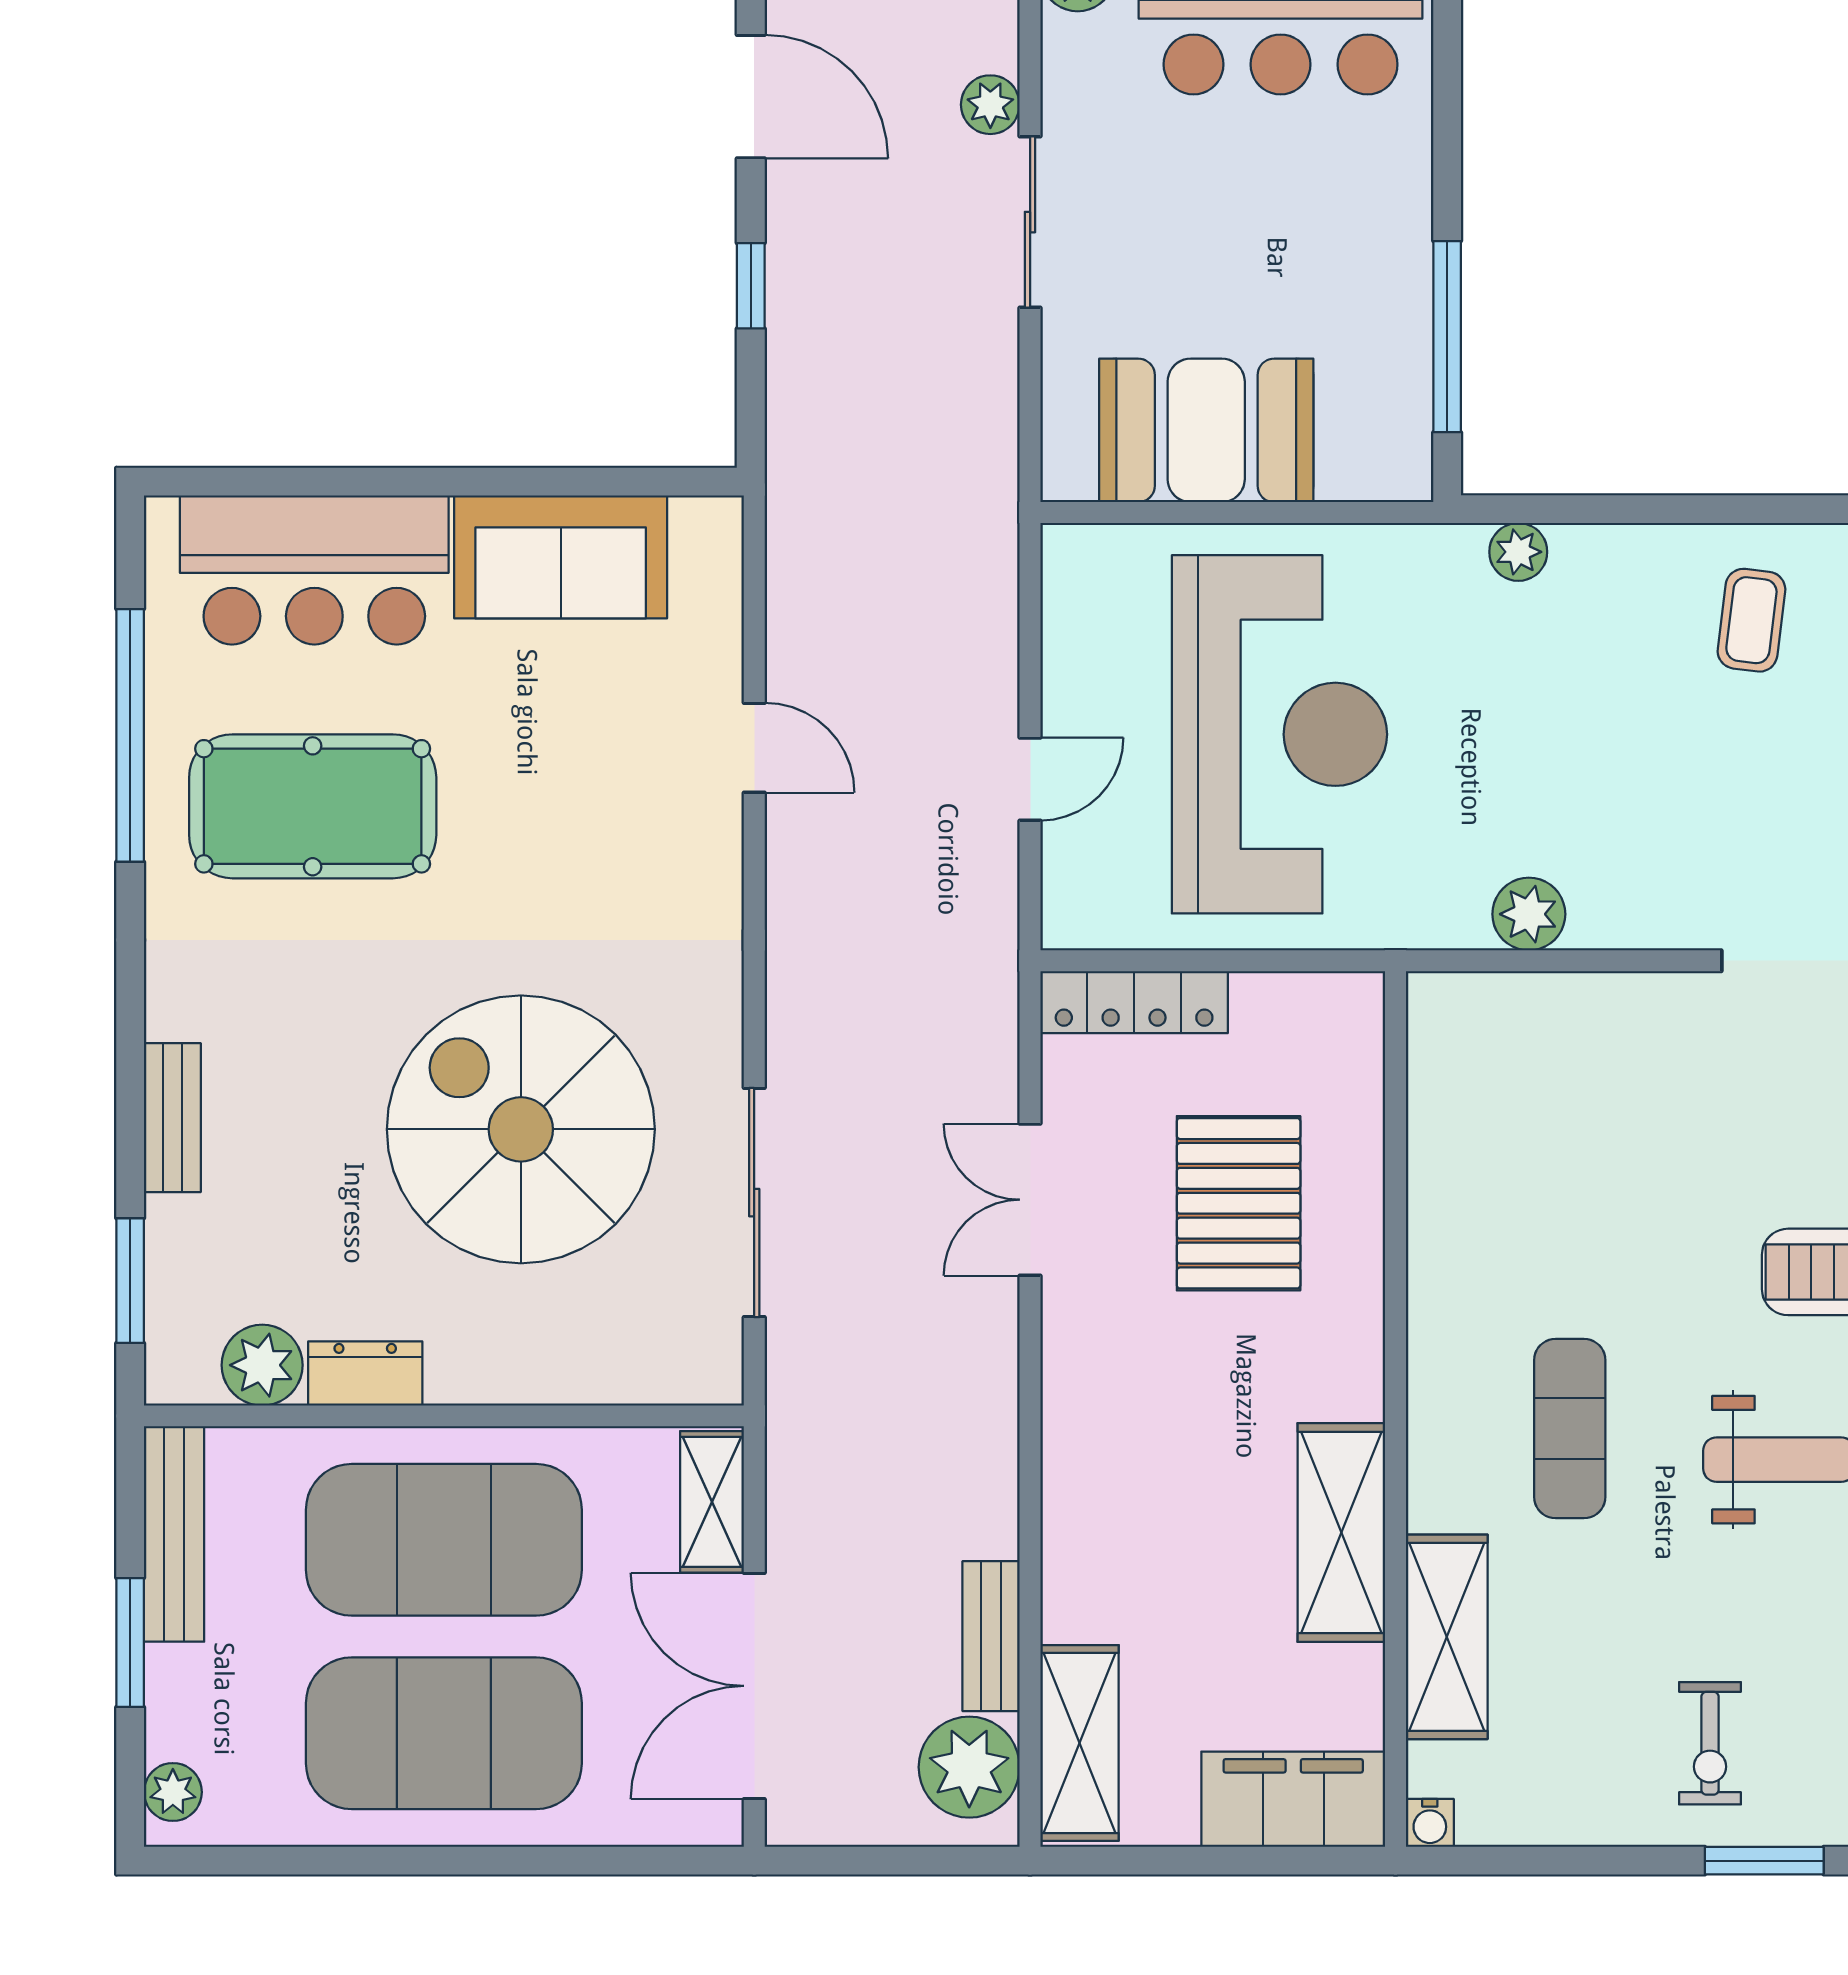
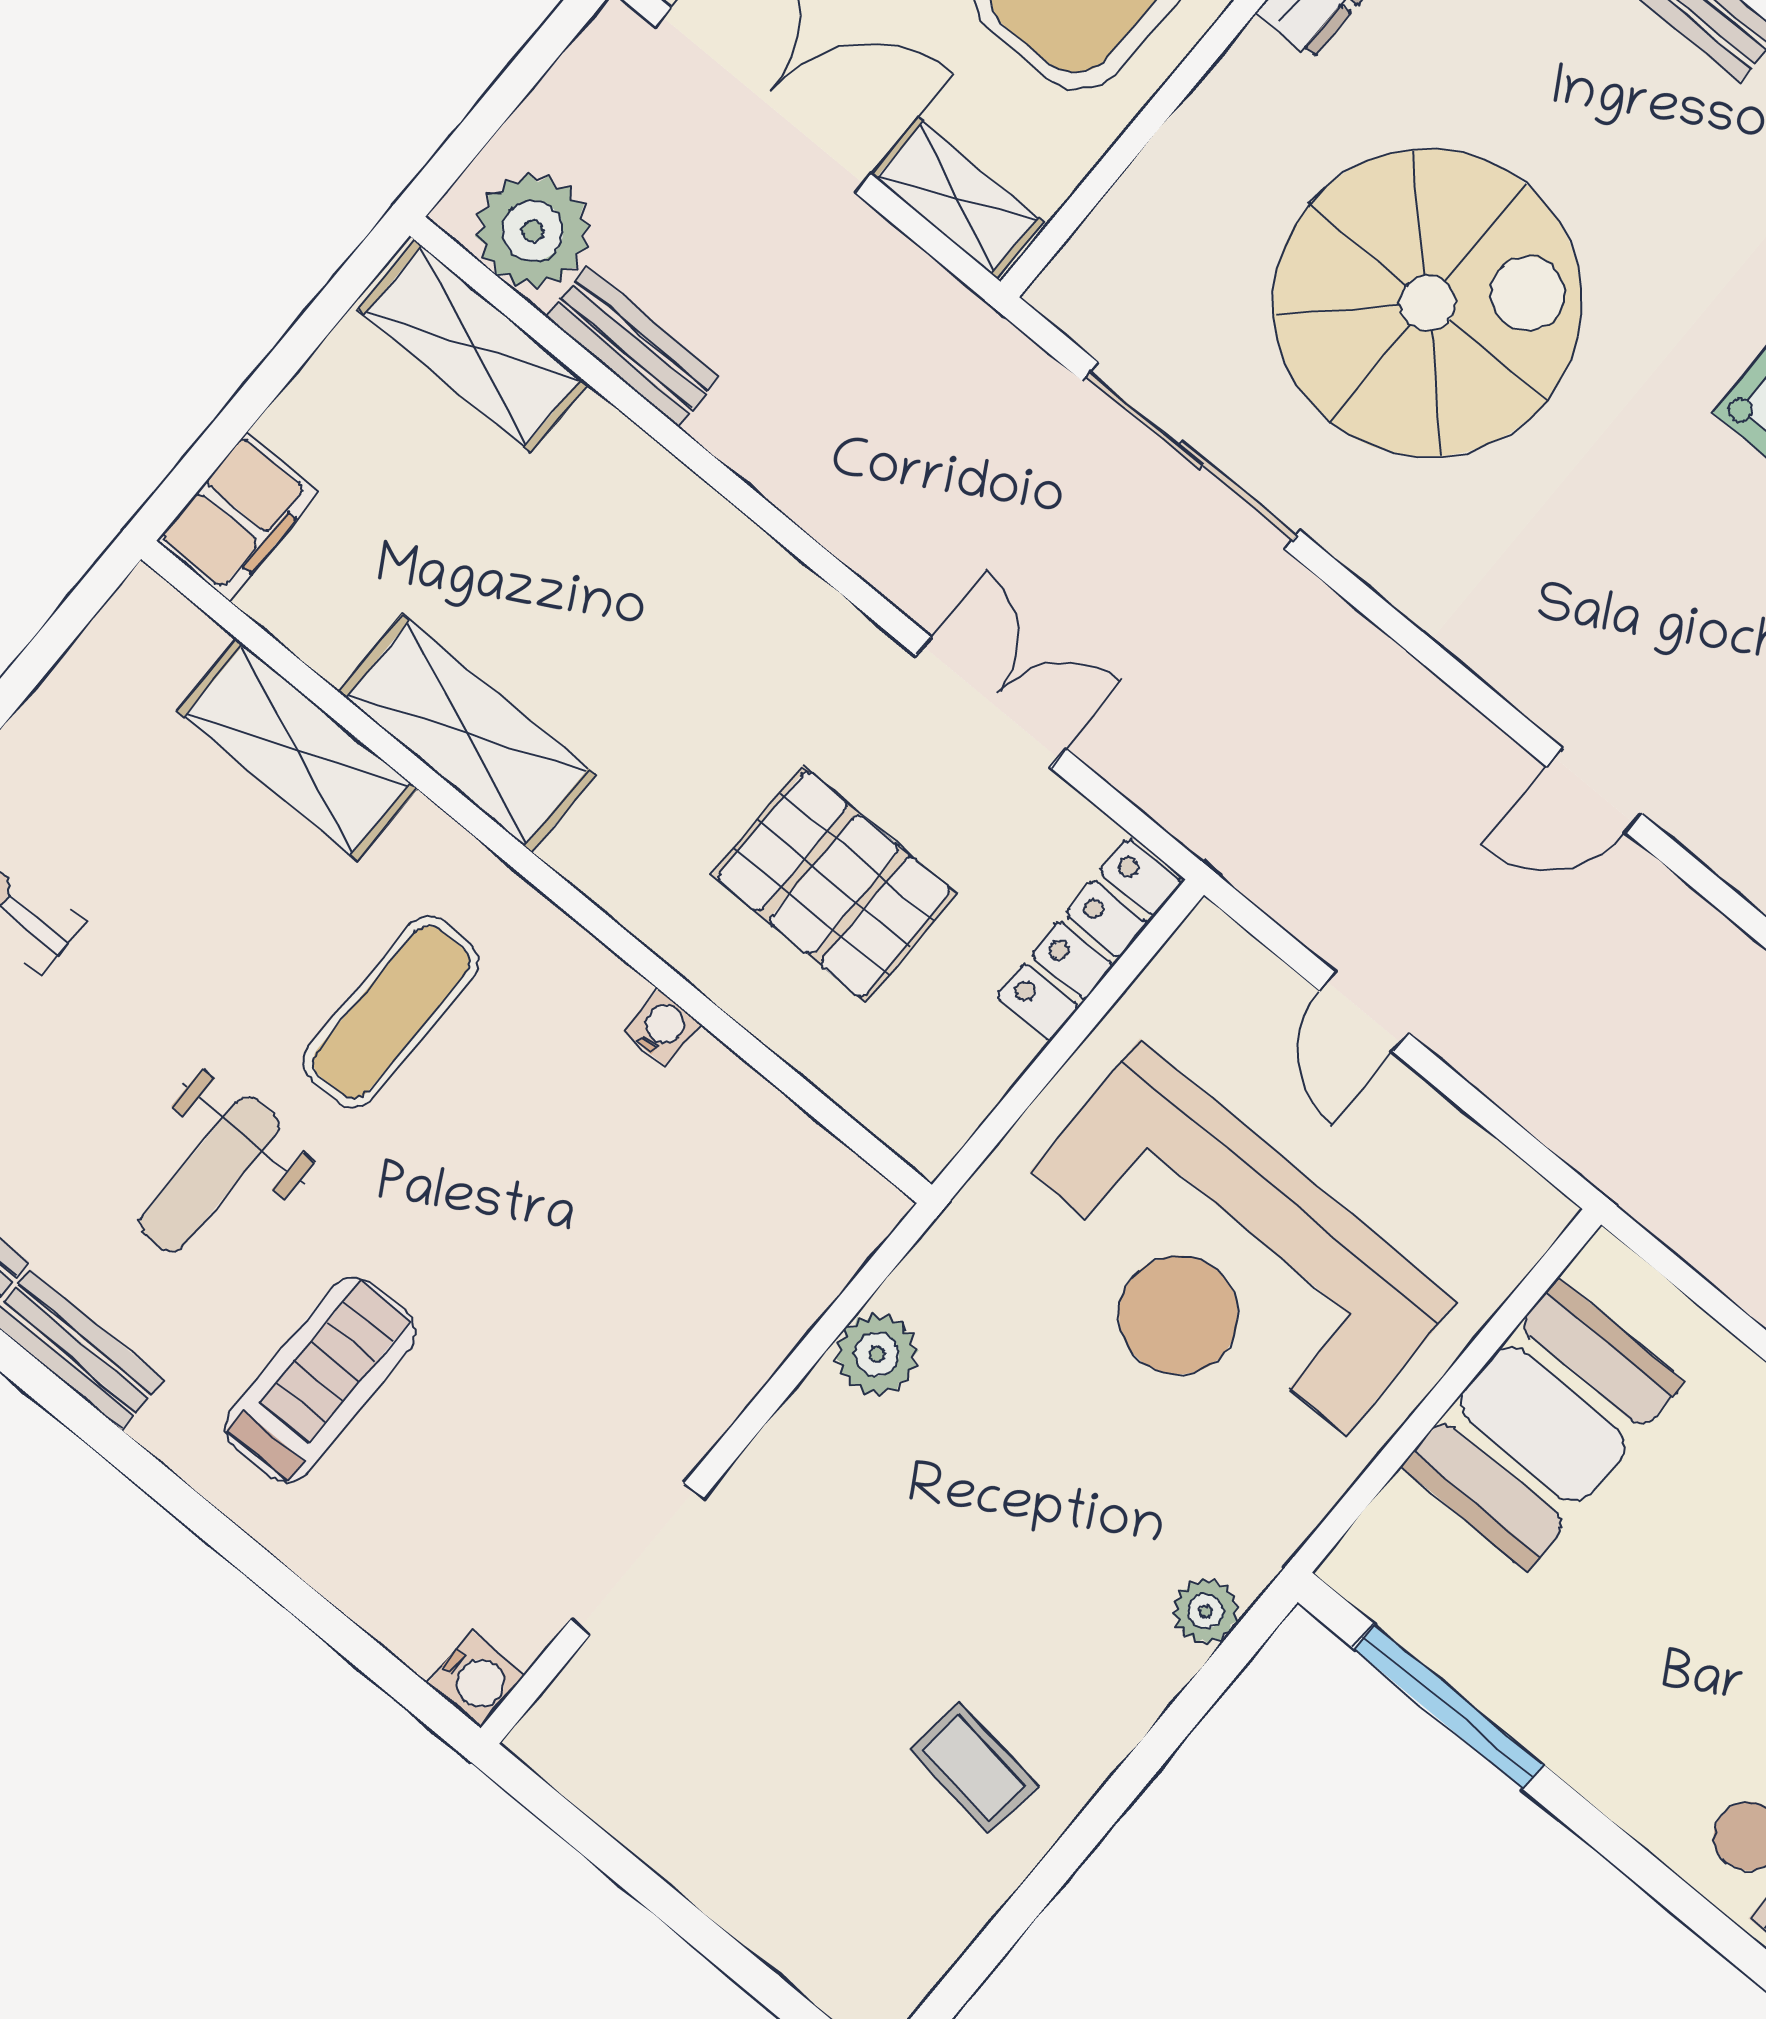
exercise mat: (1570, 1429) -> (391, 1012), turned 90
filing cabinet: (1293, 1799) -> (237, 516), width x0.67, depth x0.86
water cooler: (1430, 1823) -> (662, 1028), moved, turned 90

